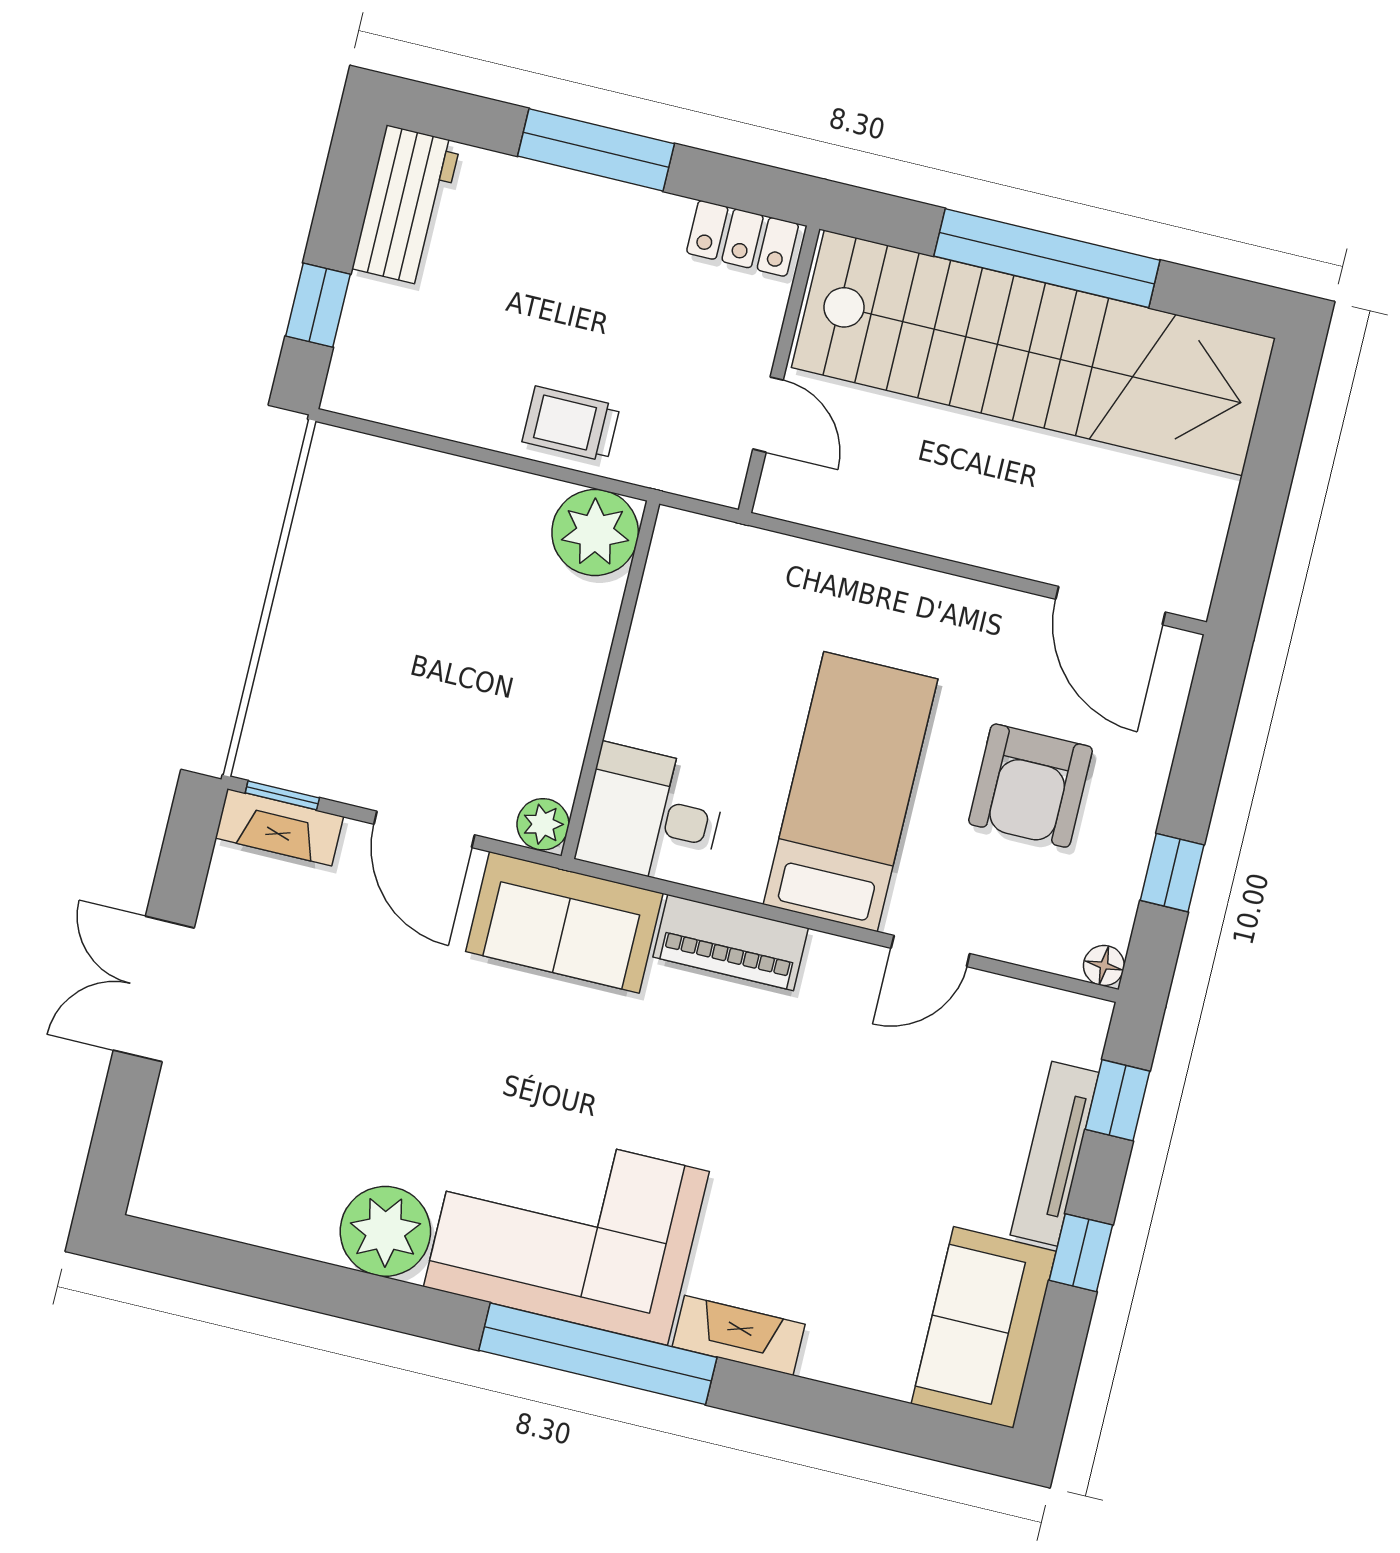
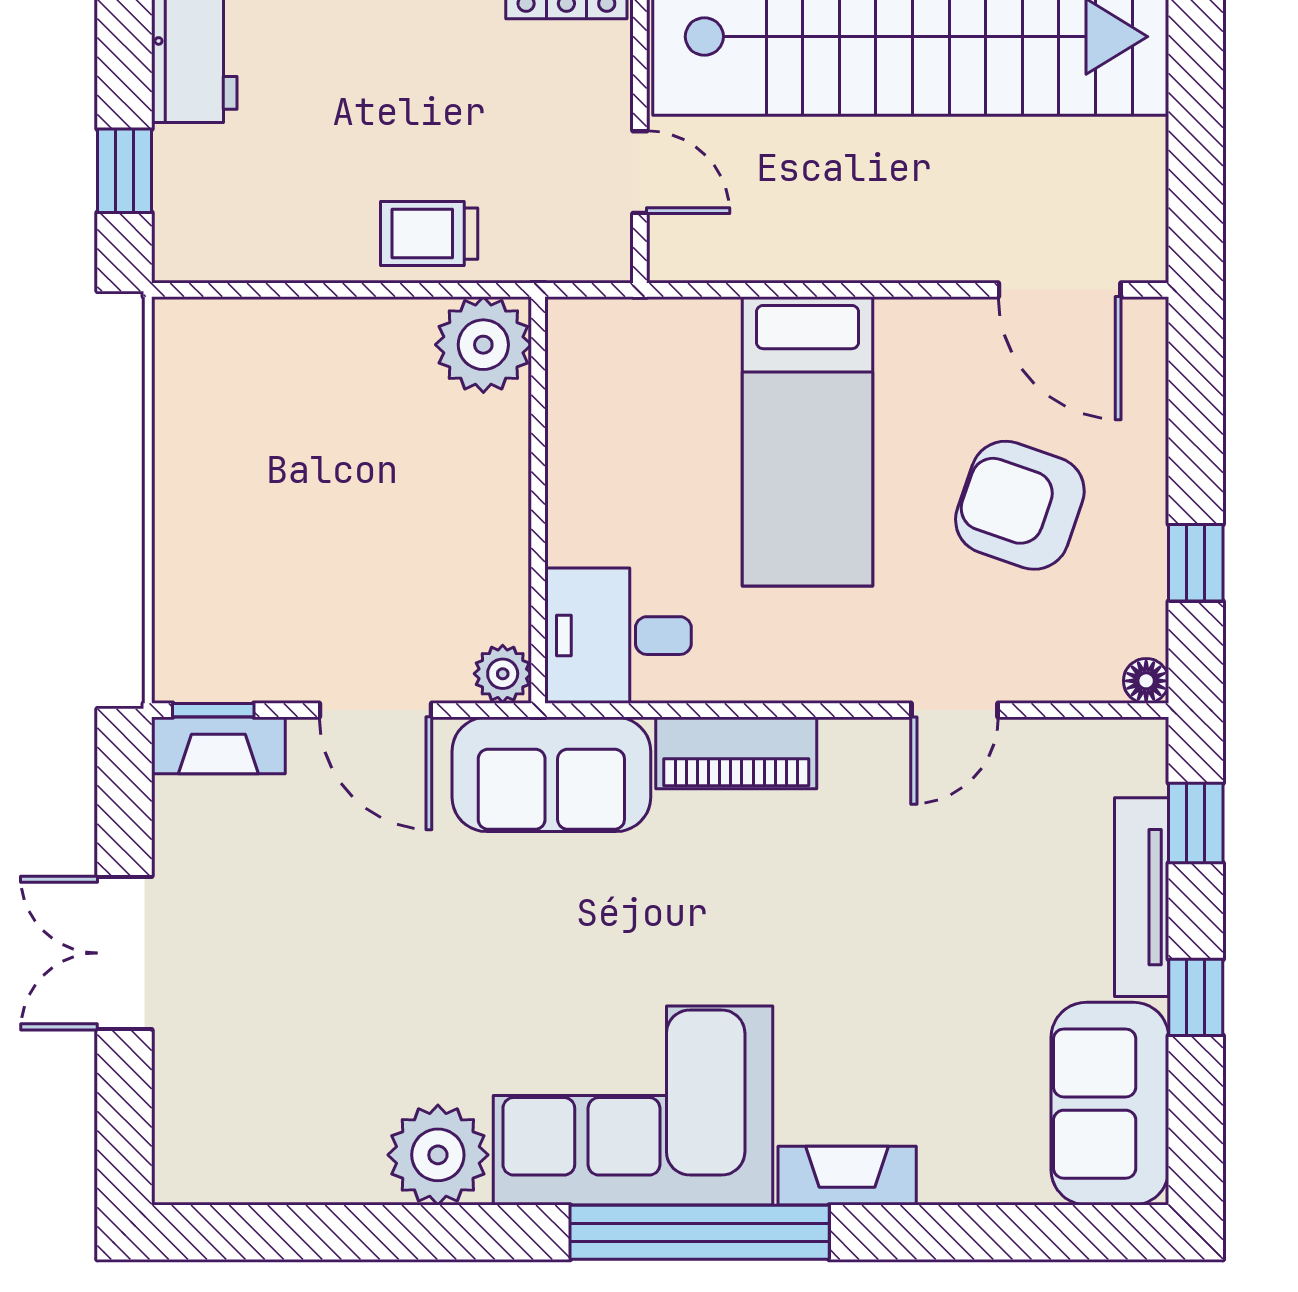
armchair: (1030, 786) -> (1020, 505), turned 109
bed: (850, 792) -> (808, 441), moved, turned 180

